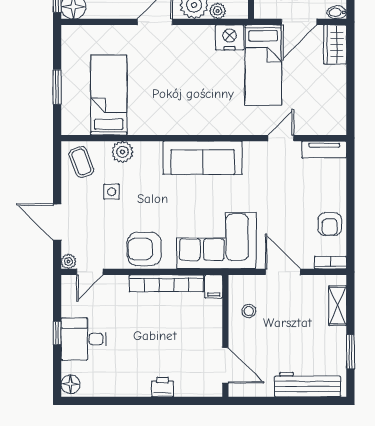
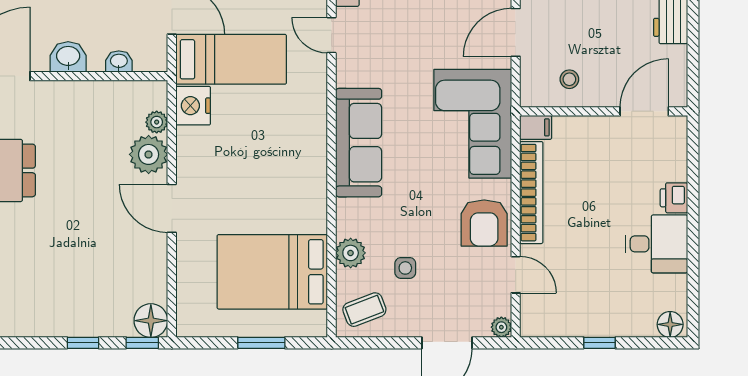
bed: (109, 95) -> (272, 272), width x1.50
door: (90, 272) -> (516, 275), moved
desk: (84, 339) -> (656, 244), moved, turned -90

